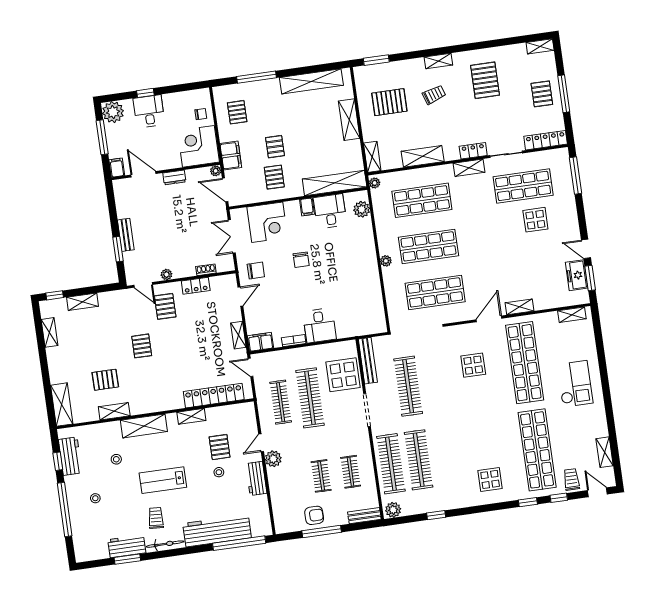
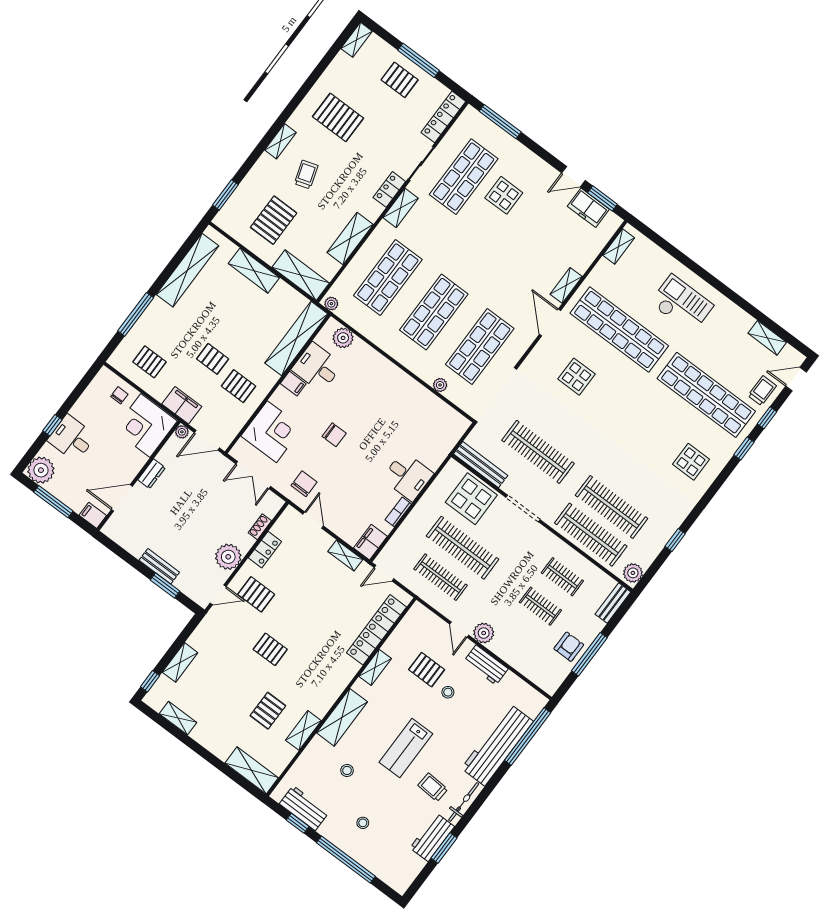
shelving: (372, 157) -> (301, 275), width x1.50, depth x1.33
plant: (386, 261) -> (440, 385), moved
plant: (166, 274) -> (228, 557), width x1.88, depth x1.88
trolley: (571, 479) -> (762, 391), turned 90

